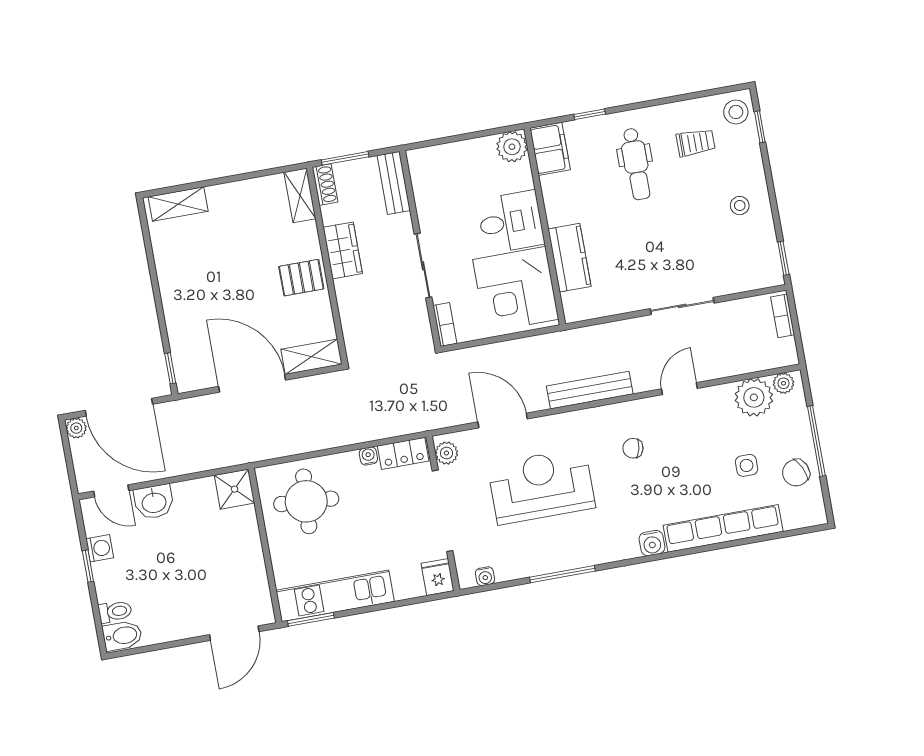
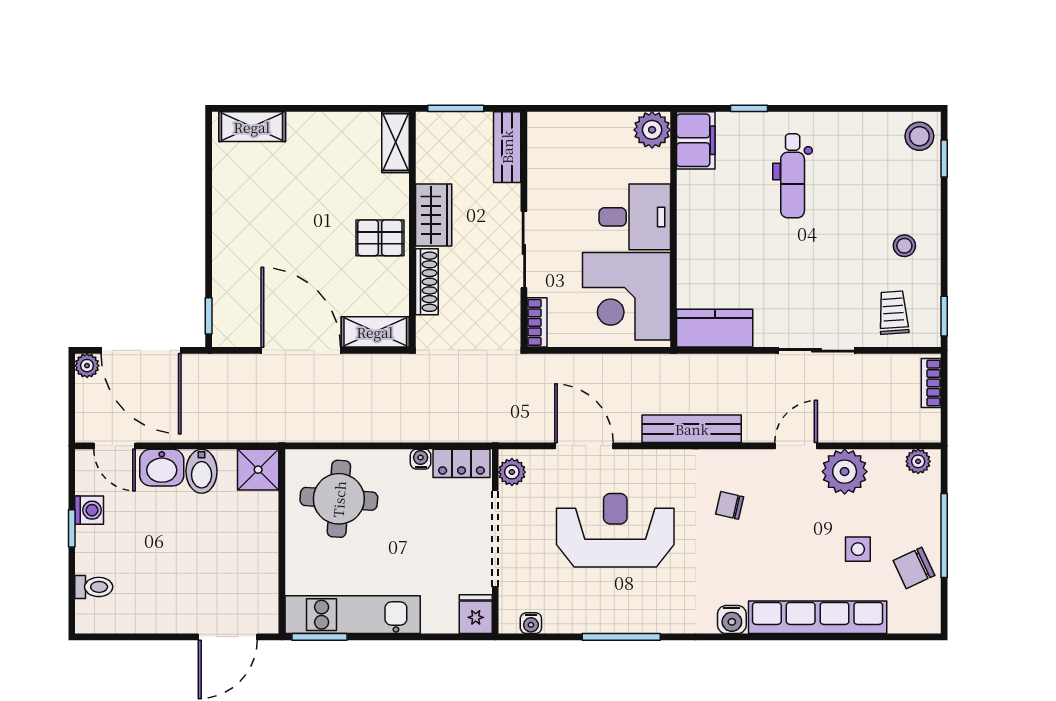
trolley: (696, 143) -> (893, 313), moved, turned -94
shoe rack: (325, 185) -> (427, 282), moved, width x1.43
kitchen counter: (569, 258) -> (715, 328), moved, turned -90
plant: (754, 397) -> (845, 472), moved
bidet: (122, 636) -> (202, 471), moved, turned 90

